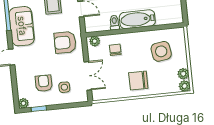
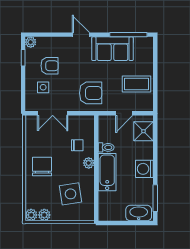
plant: (95, 41) -> (89, 163), moved
armchair: (65, 42) -> (91, 93), turned 90

